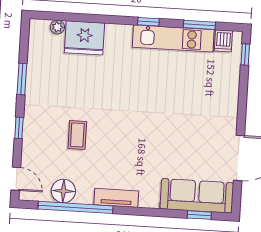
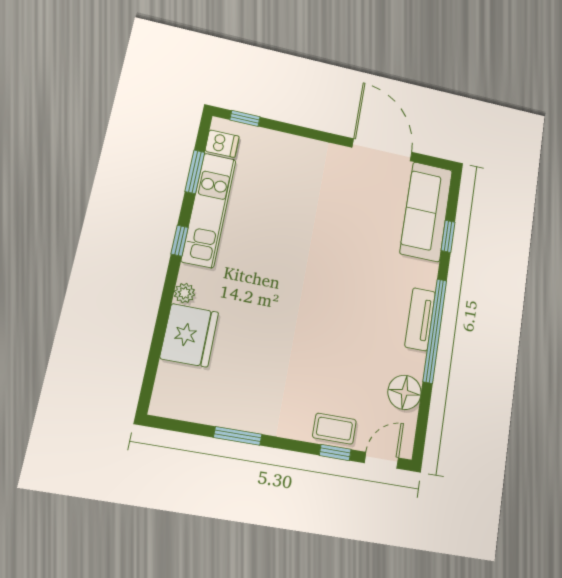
plant: (57, 27) -> (185, 293), moved
window: (19, 128) -> (335, 452), moved
coffee table: (77, 135) -> (334, 429), moved
window: (75, 207) -> (435, 331), moved
window: (199, 215) -> (448, 236), moved

